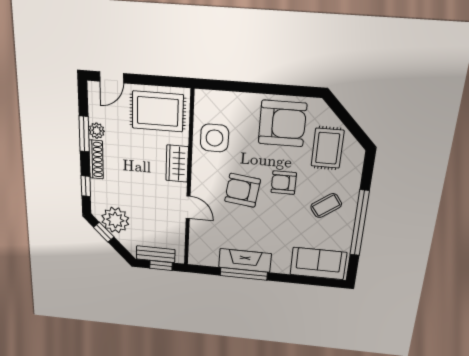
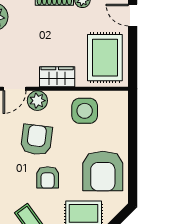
armchair: (284, 183) -> (48, 177), turned 180
plant: (201, 186) -> (37, 101), added

